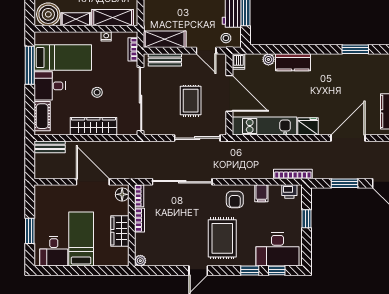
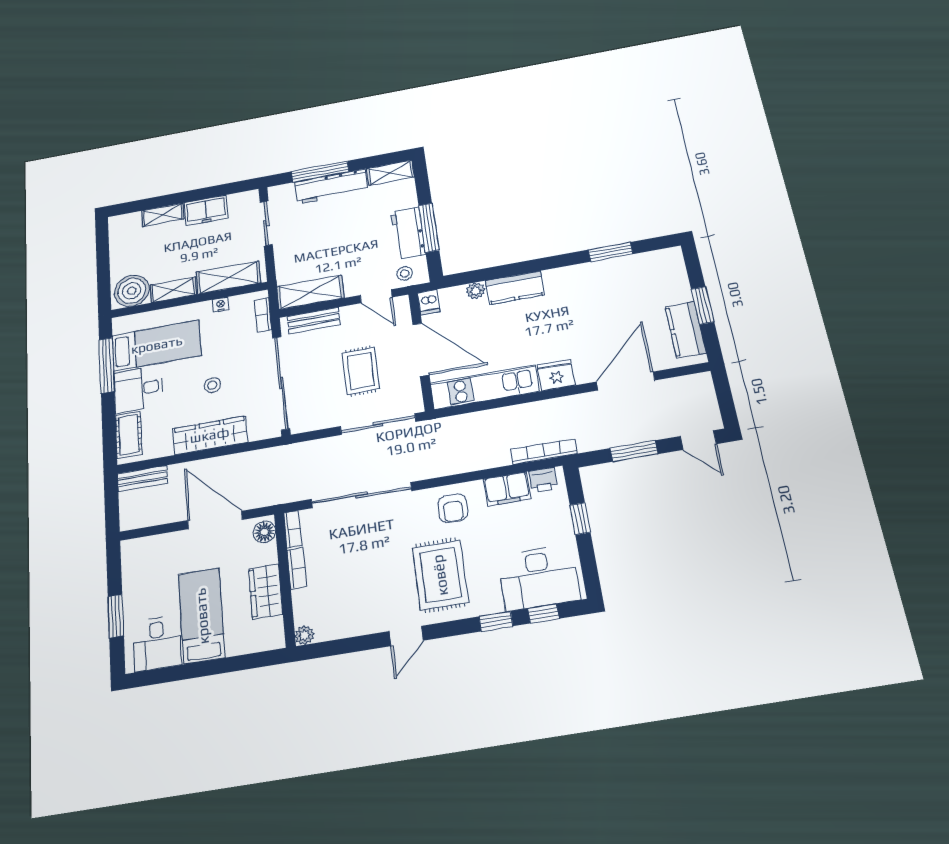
filing cabinet: (261, 193) -> (507, 489), width x2.00

